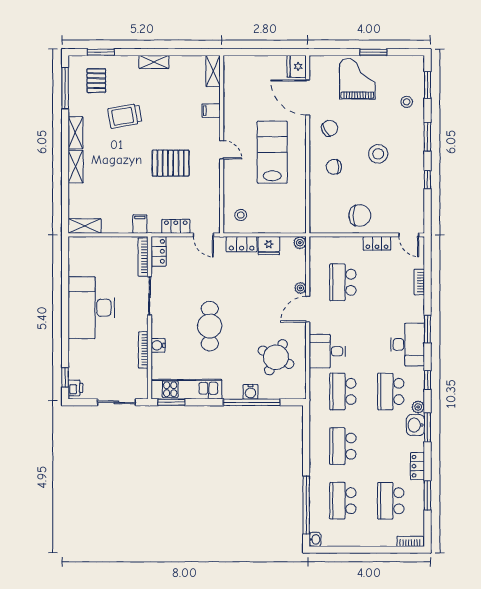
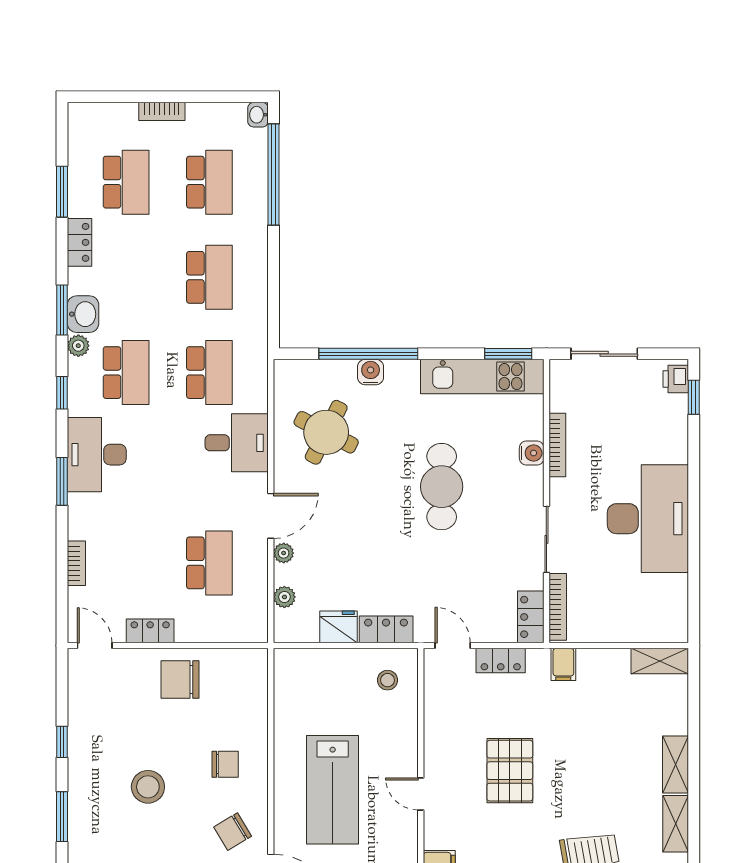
pallet: (171, 163) -> (510, 771), turned 90
plant: (300, 243) -> (284, 597), moved
bookcase: (410, 541) -> (162, 111), moved

